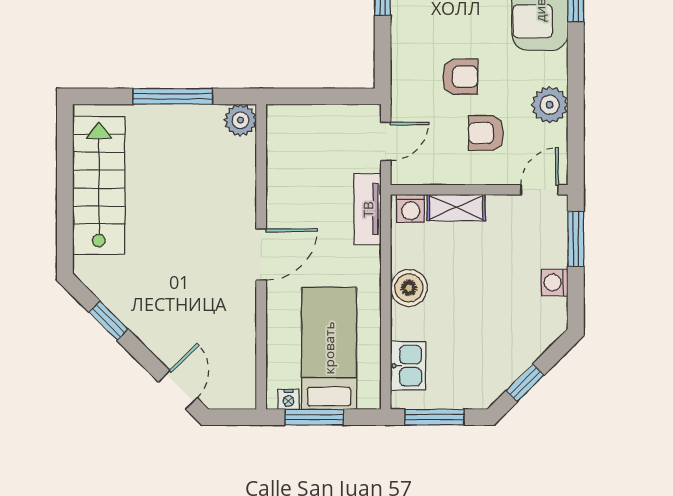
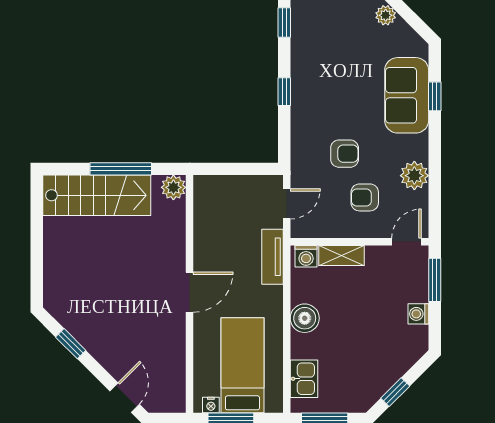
stairs: (99, 185) -> (97, 195), moved, turned 90

